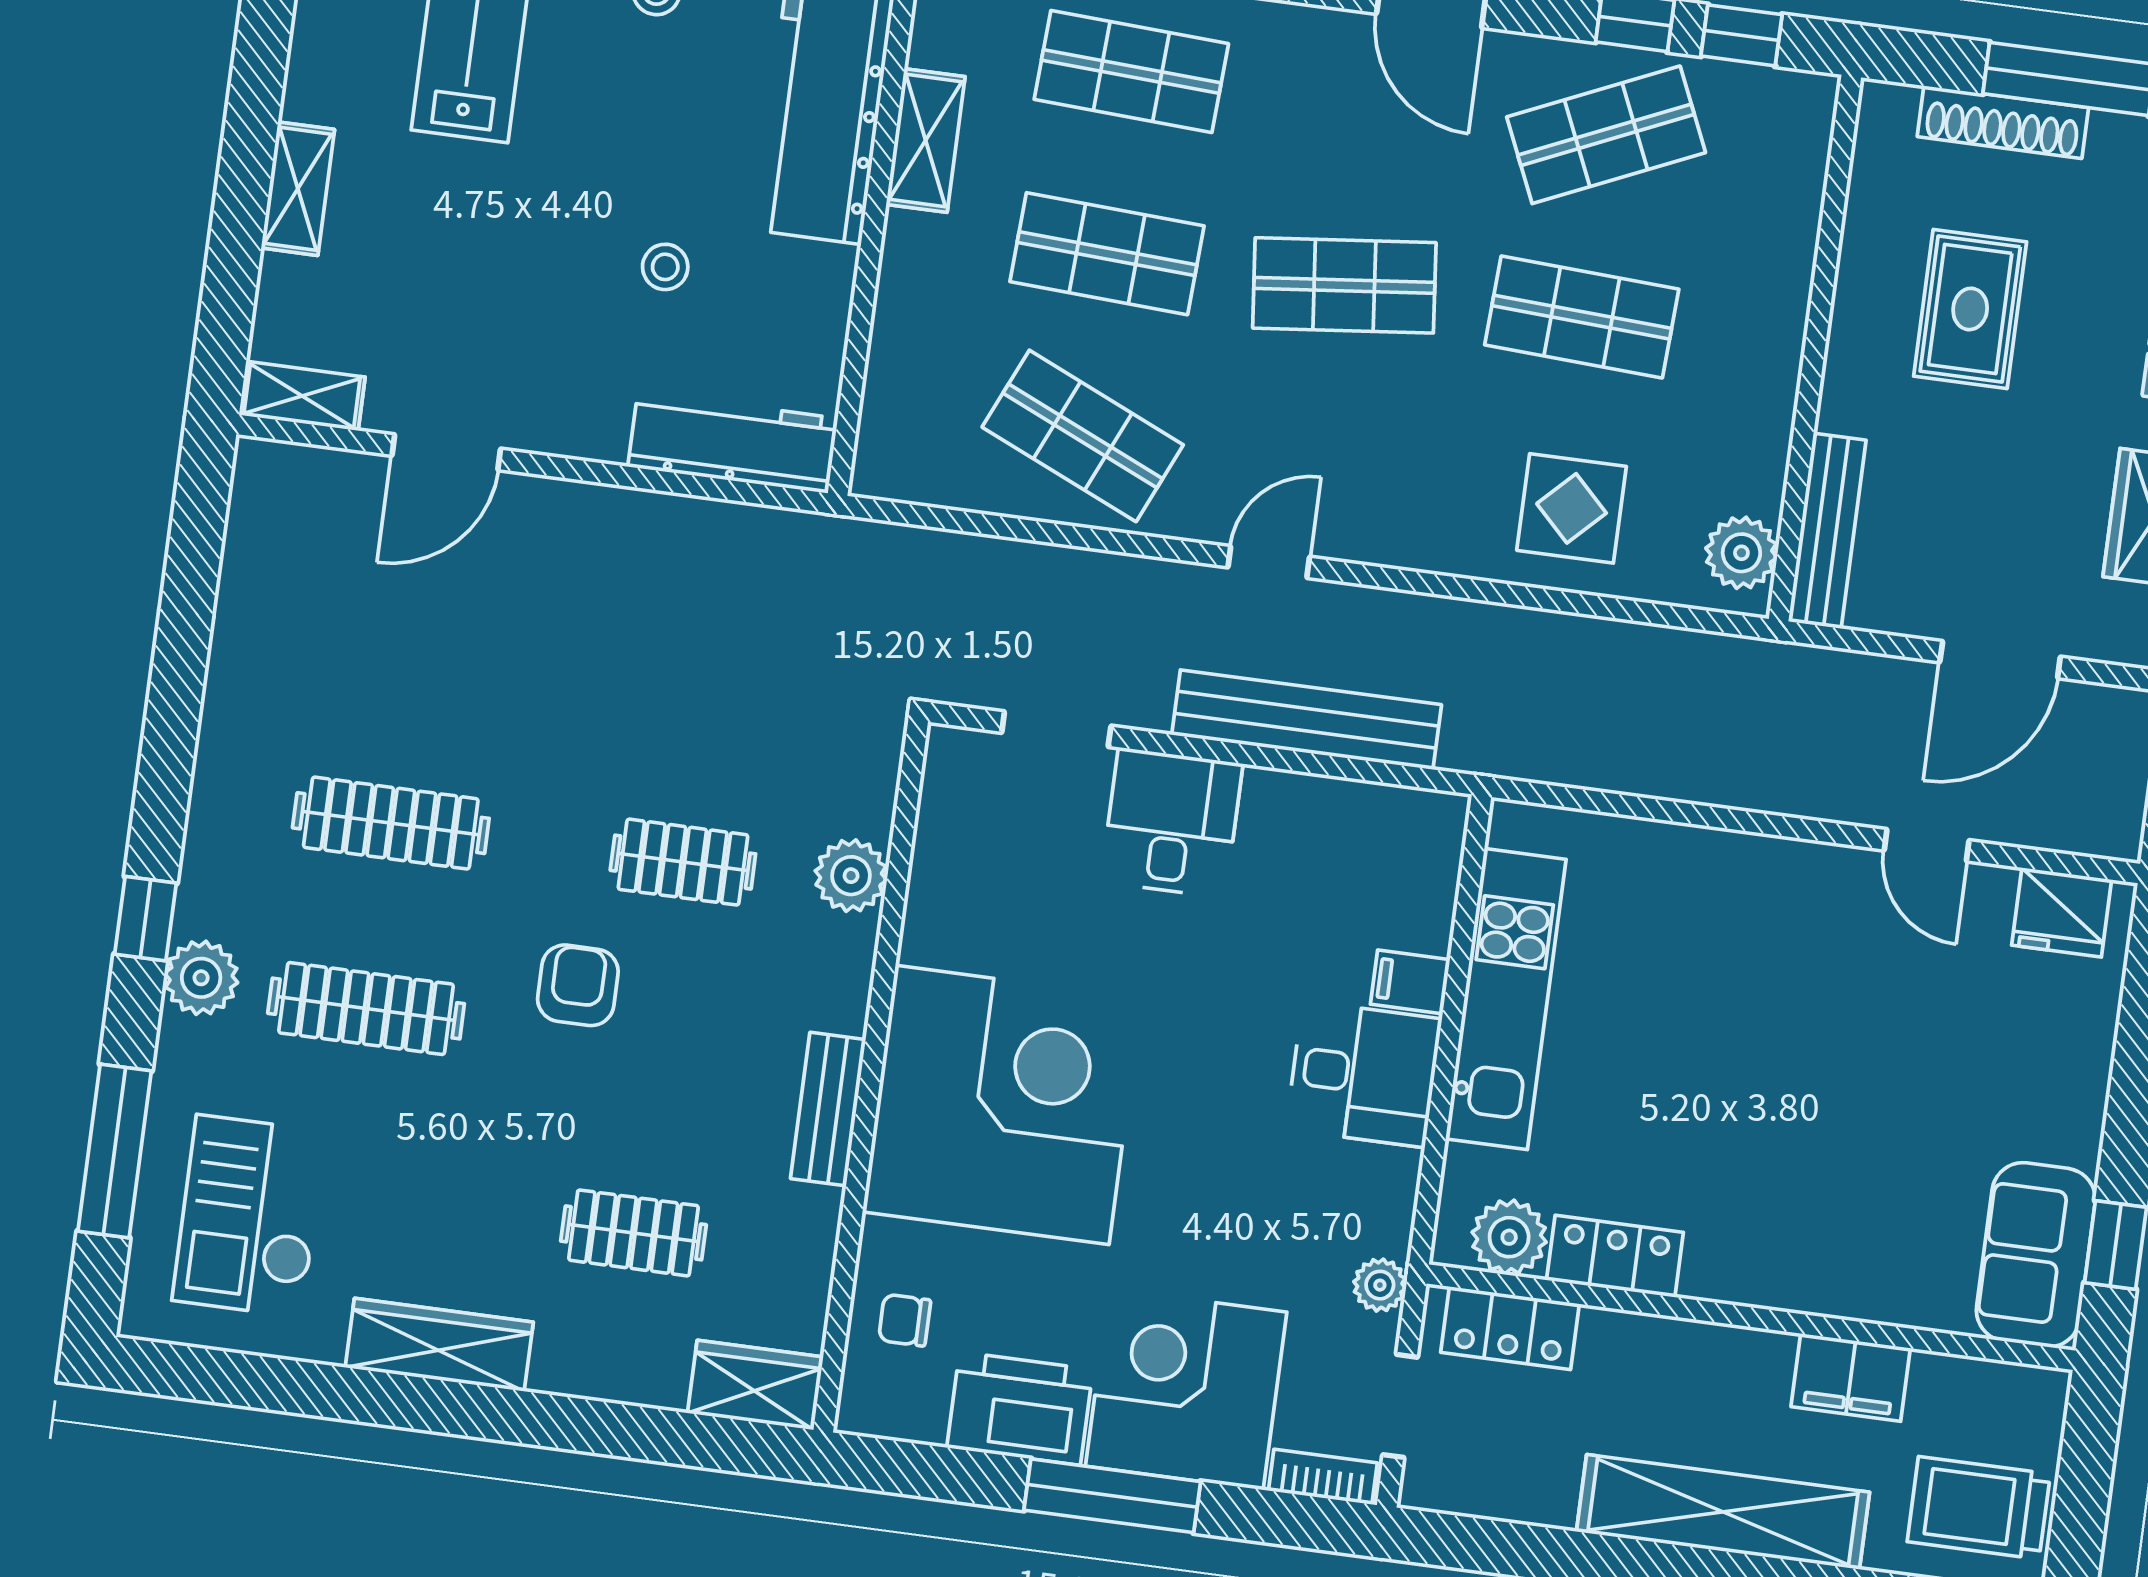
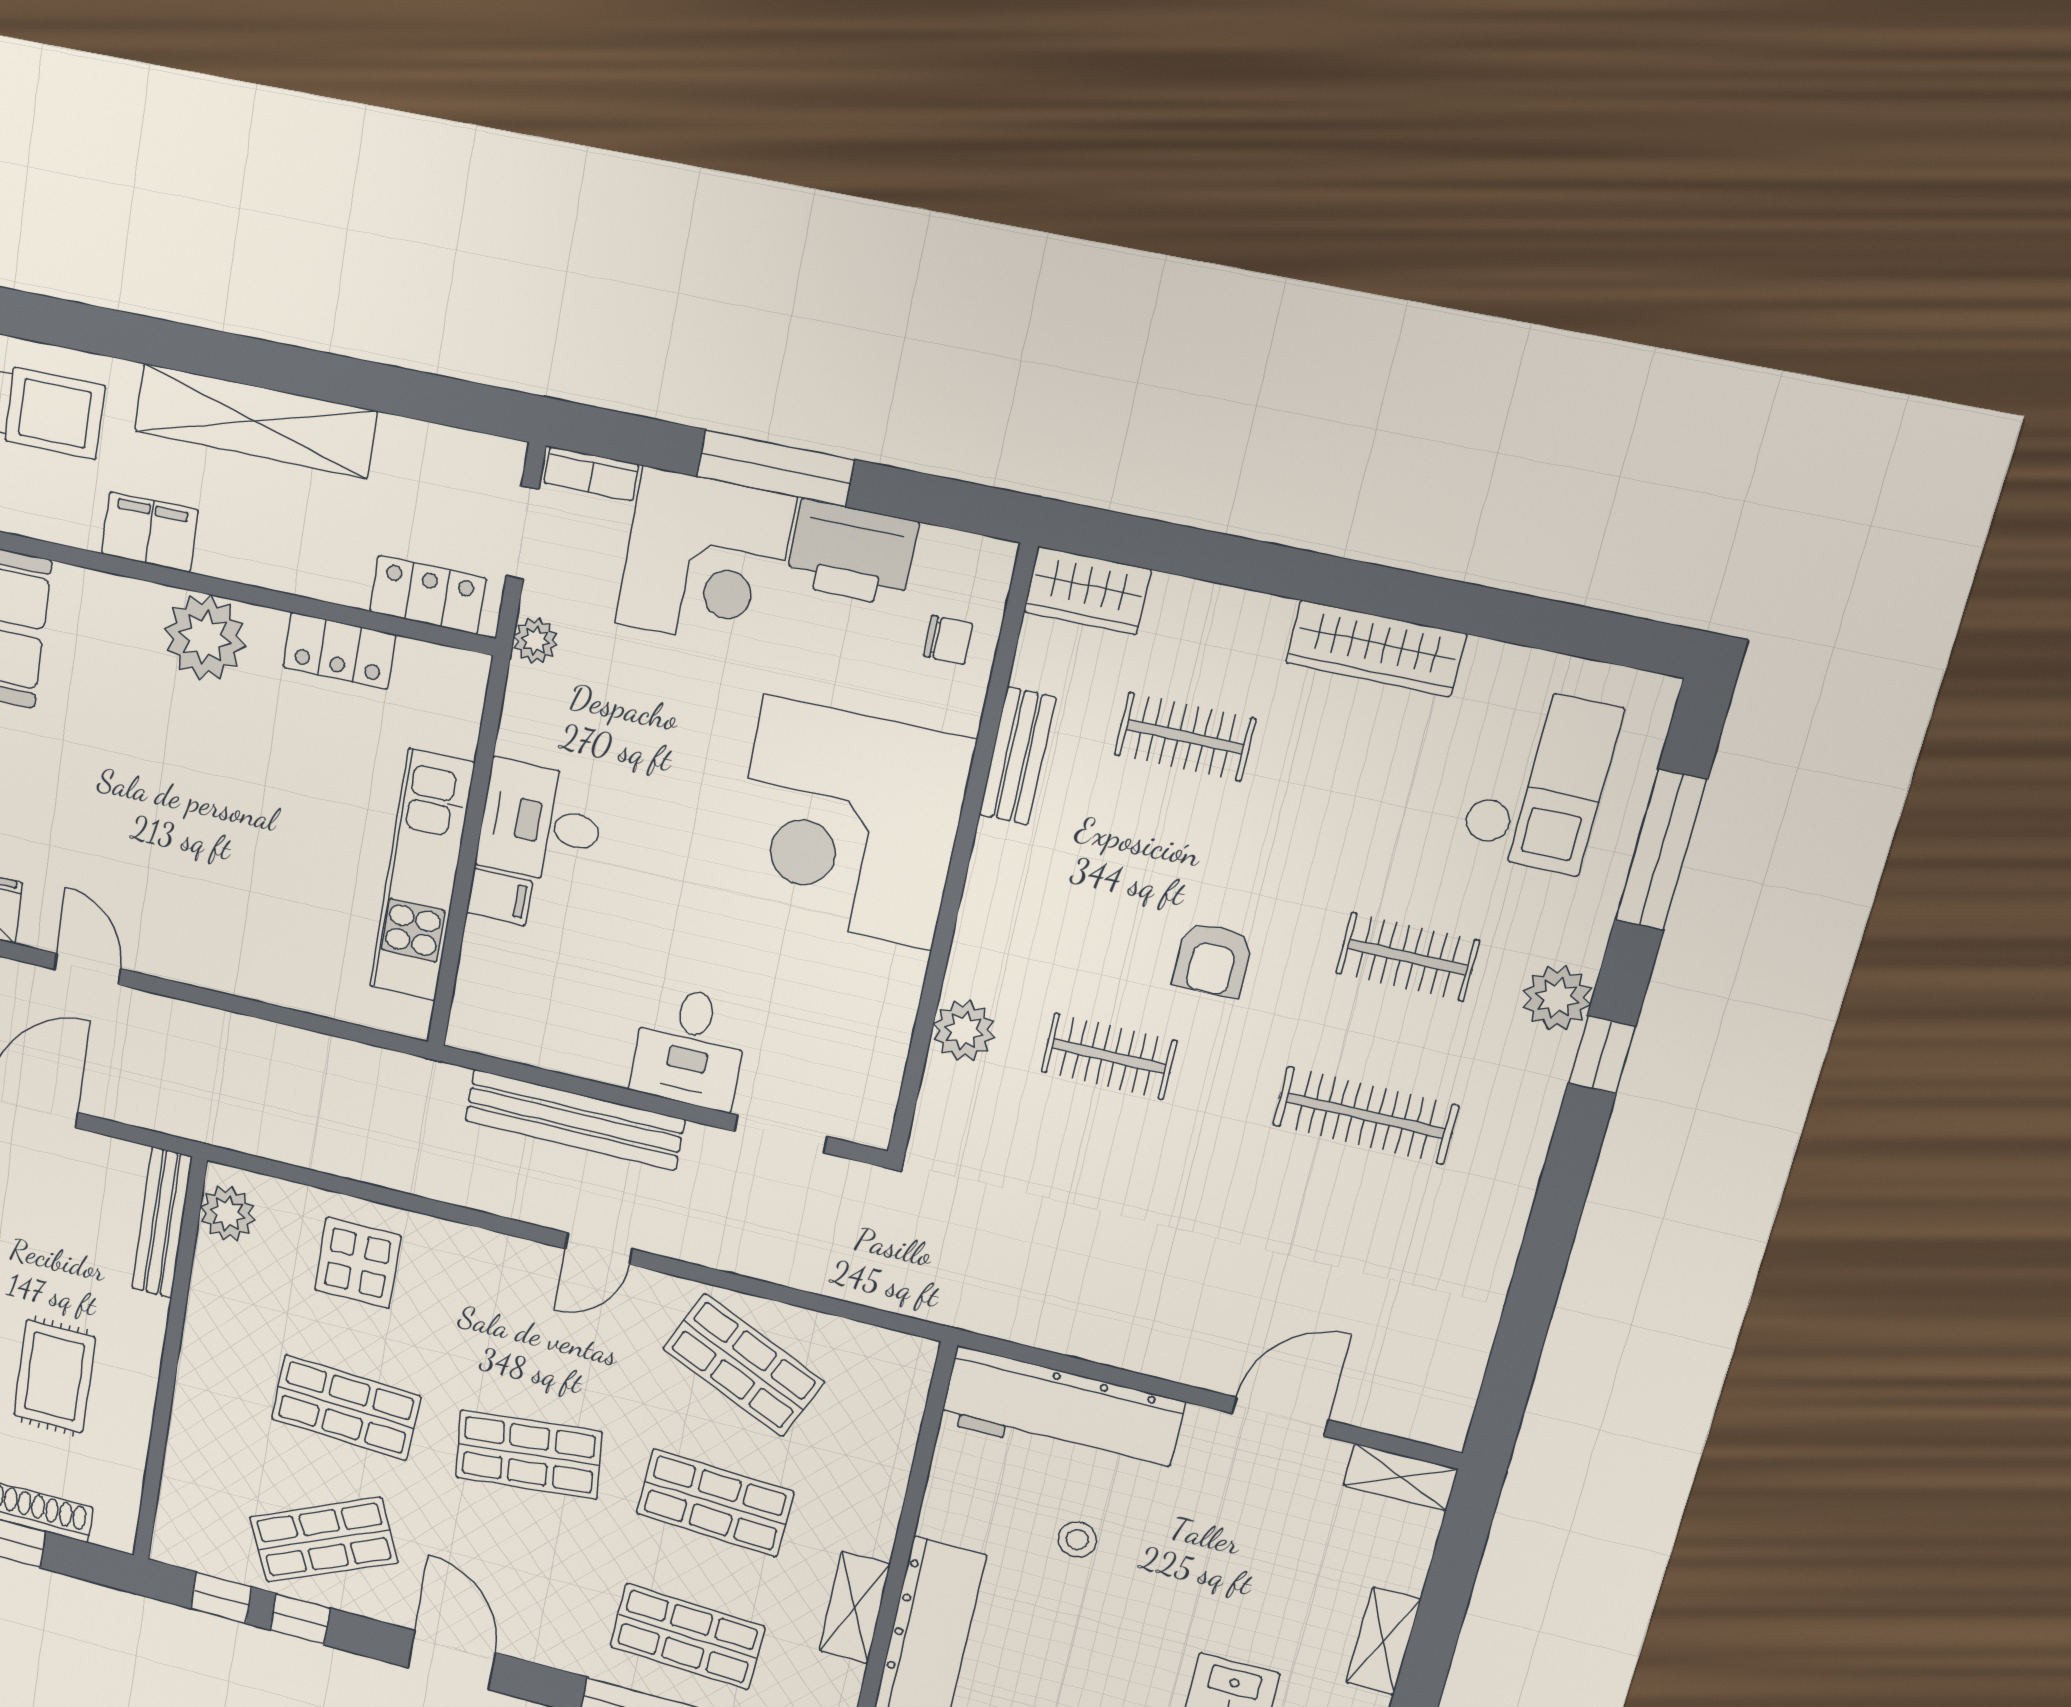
workbench: (733, 442) -> (1062, 1412), width x1.36, depth x1.32
clothes rail: (366, 1009) -> (1407, 957), width x0.73
bench: (828, 1109) -> (1017, 756), moved
plant: (1509, 1237) -> (205, 637), moved, width x1.36, depth x1.36

